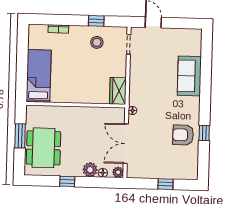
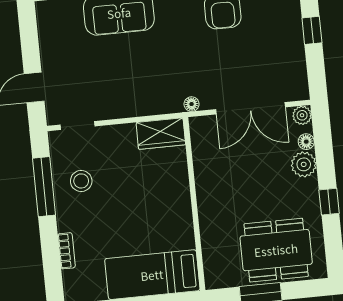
window: (96, 21) -> (44, 187), width x2.17

